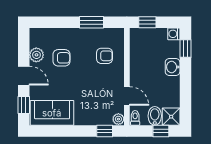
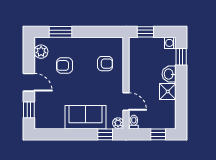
window: (92, 22) -> (61, 32), moved
plant: (36, 55) -> (41, 52), moved
armchair: (62, 58) -> (65, 65), turned 180
sofa: (52, 113) -> (86, 117), moved
bidet: (155, 116) -> (152, 120), removed
shower: (171, 117) -> (168, 91), moved

